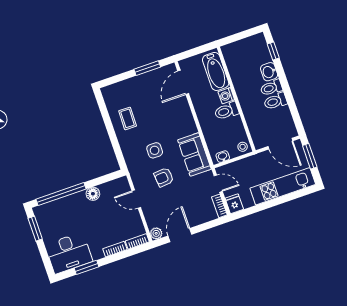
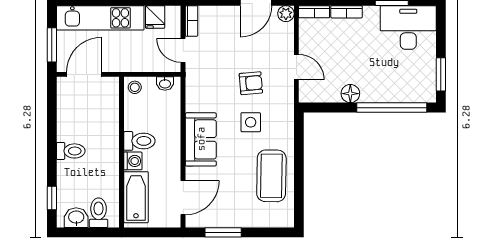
washbasin: (269, 72) -> (76, 218), moved, turned -90
toilet: (275, 101) -> (99, 213), moved, turned -90
coffee table: (128, 118) -> (271, 176), width x1.86, depth x1.72
door: (280, 144) -> (84, 74), hinge flipped
sofa: (194, 154) -> (201, 139), moved
fridge: (234, 204) -> (155, 17), moved

